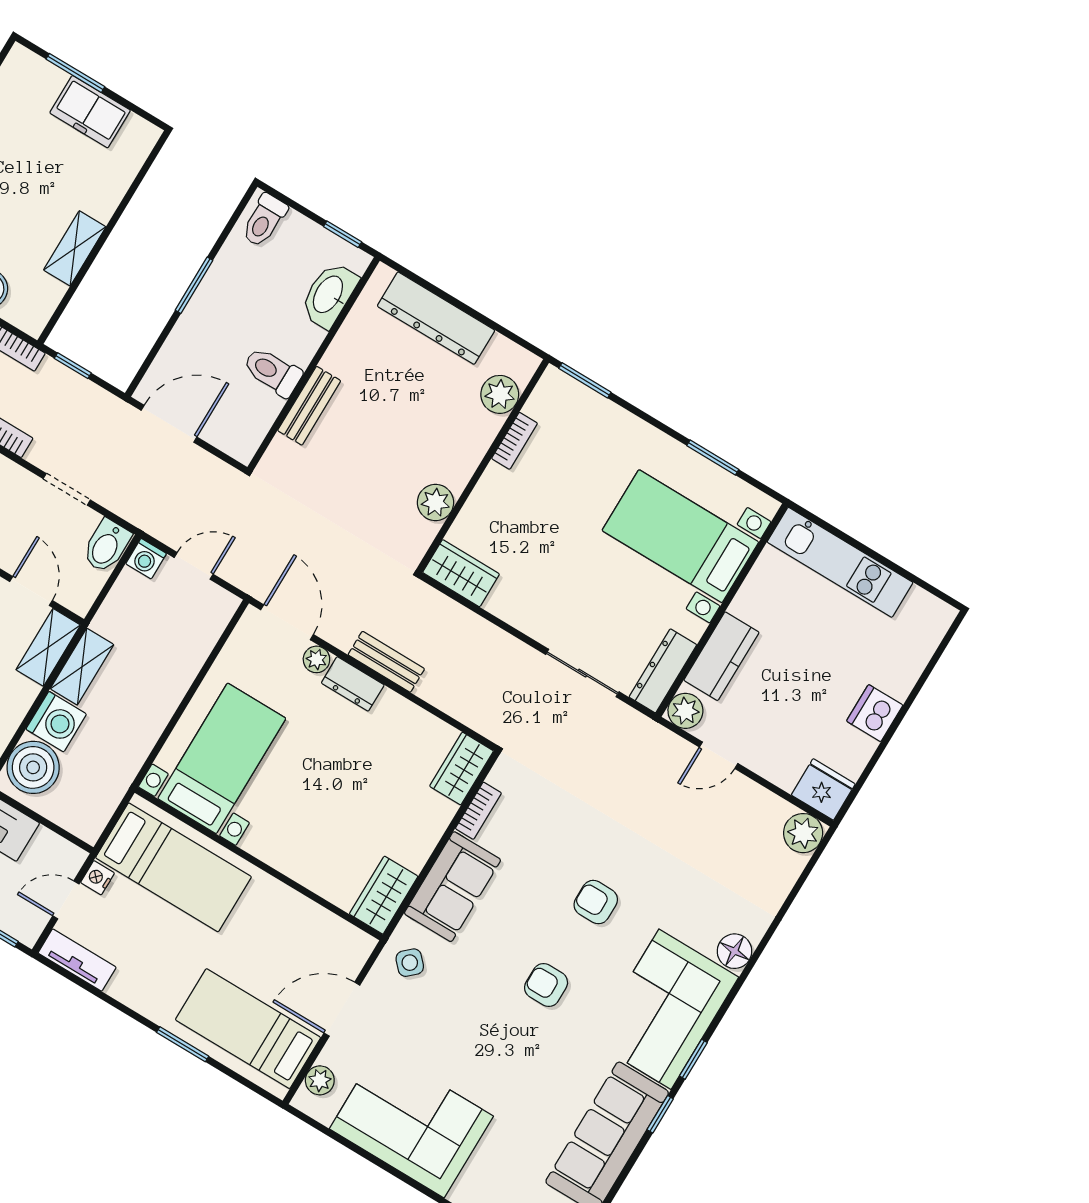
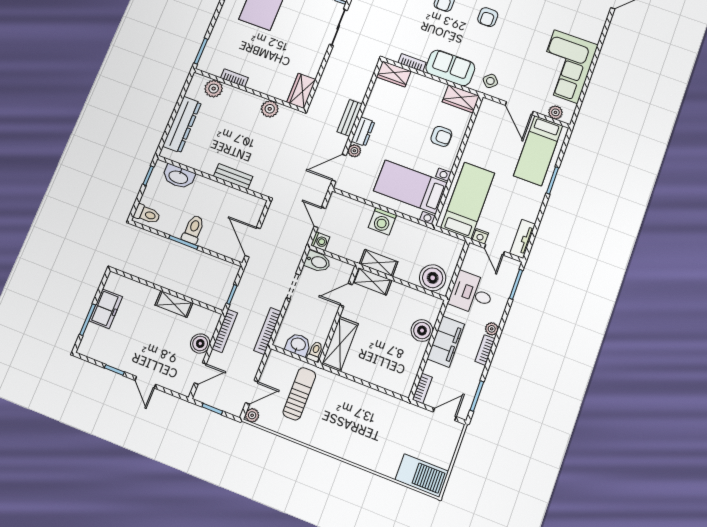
toilet: (272, 372) -> (193, 229), moved, turned 180
washing machine: (56, 722) -> (382, 221), moved, turned 180
armchair: (313, 840) -> (441, 136), added

